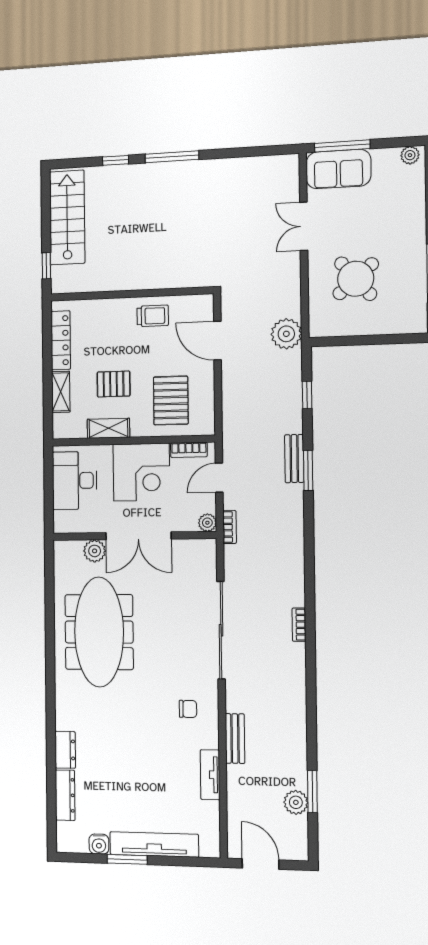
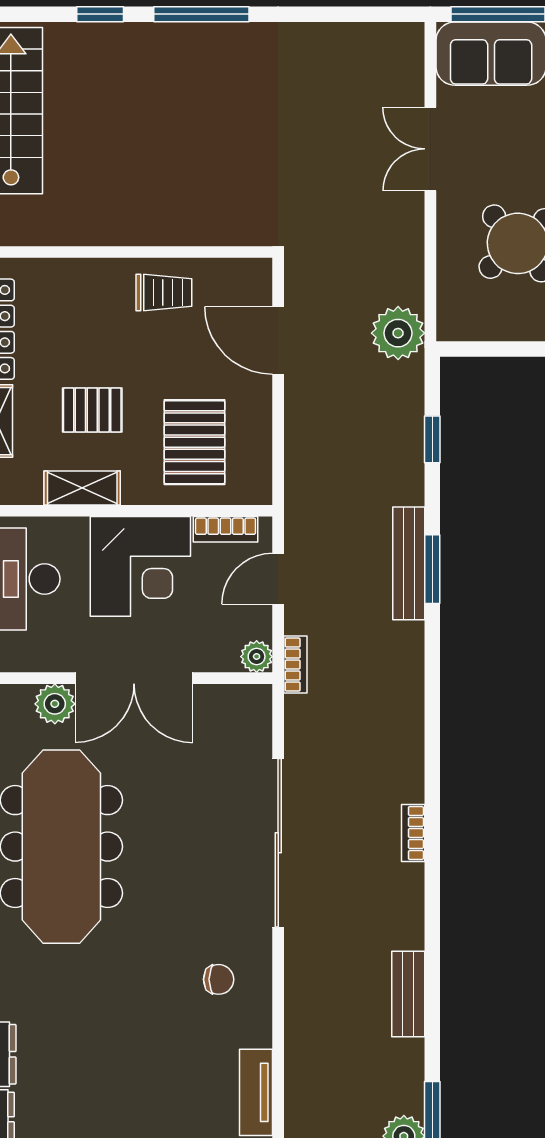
bench: (294, 459) -> (409, 563), width x1.36
bench: (235, 739) -> (408, 994), moved

